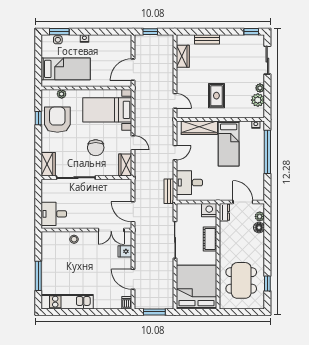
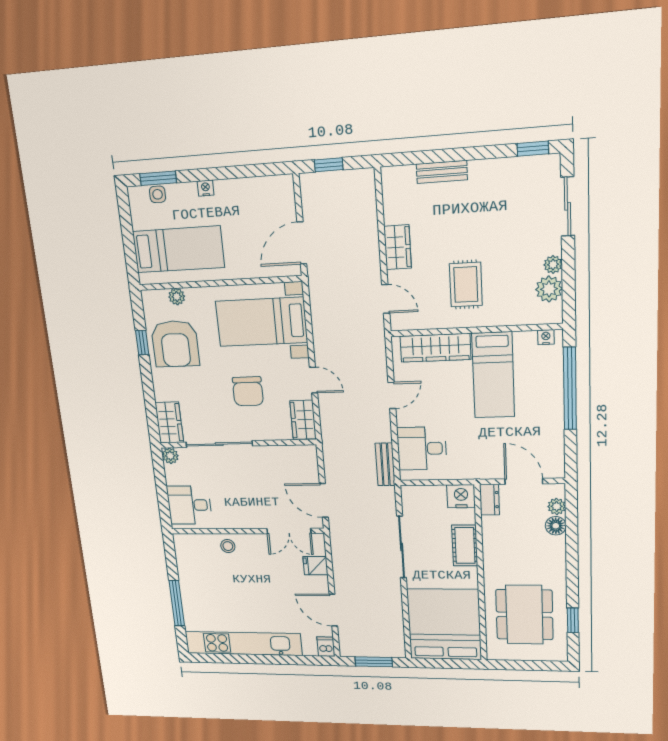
wardrobe: (183, 56) -> (398, 247), moved
armchair: (57, 120) -> (175, 344), turned 180
plant: (46, 184) -> (170, 456), added
kitchen unit: (67, 302) -> (243, 643), width x1.36

